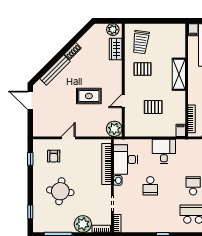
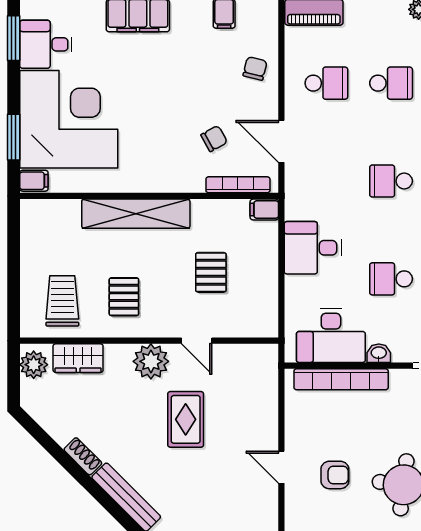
trolley: (141, 42) -> (62, 301), turned -98
shelving: (179, 74) -> (136, 214), width x1.47
plant: (114, 129) -> (151, 361), moved
armchair: (54, 156) -> (335, 475), moved
school desk: (150, 186) -> (391, 279), turned 180

